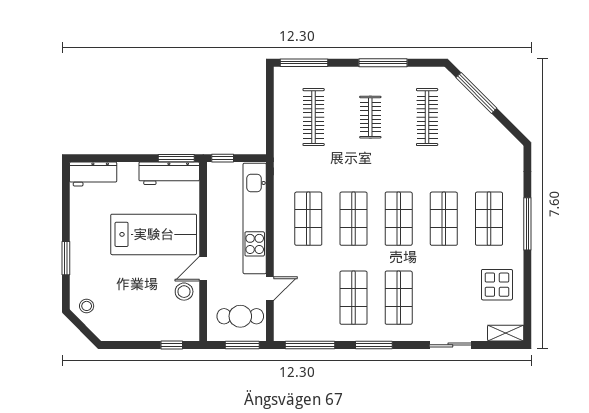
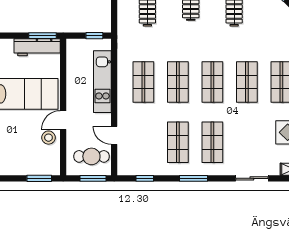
window: (223, 158) -> (94, 36), moved
kitchen unit: (255, 218) -> (102, 82), width x0.73
door: (270, 289) -> (114, 135), swing flipped
window: (172, 345) -> (39, 178), width x1.50
window: (310, 345) -> (145, 178), width x0.46

